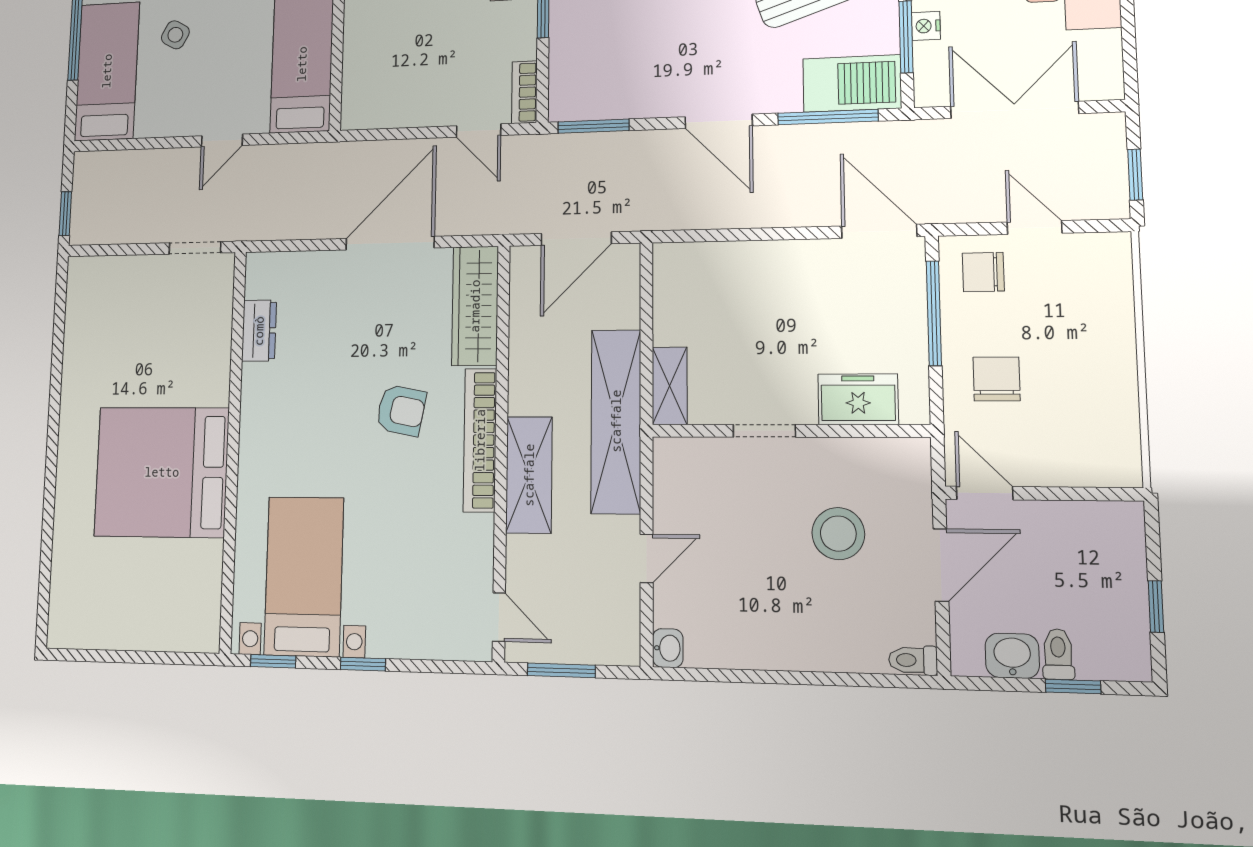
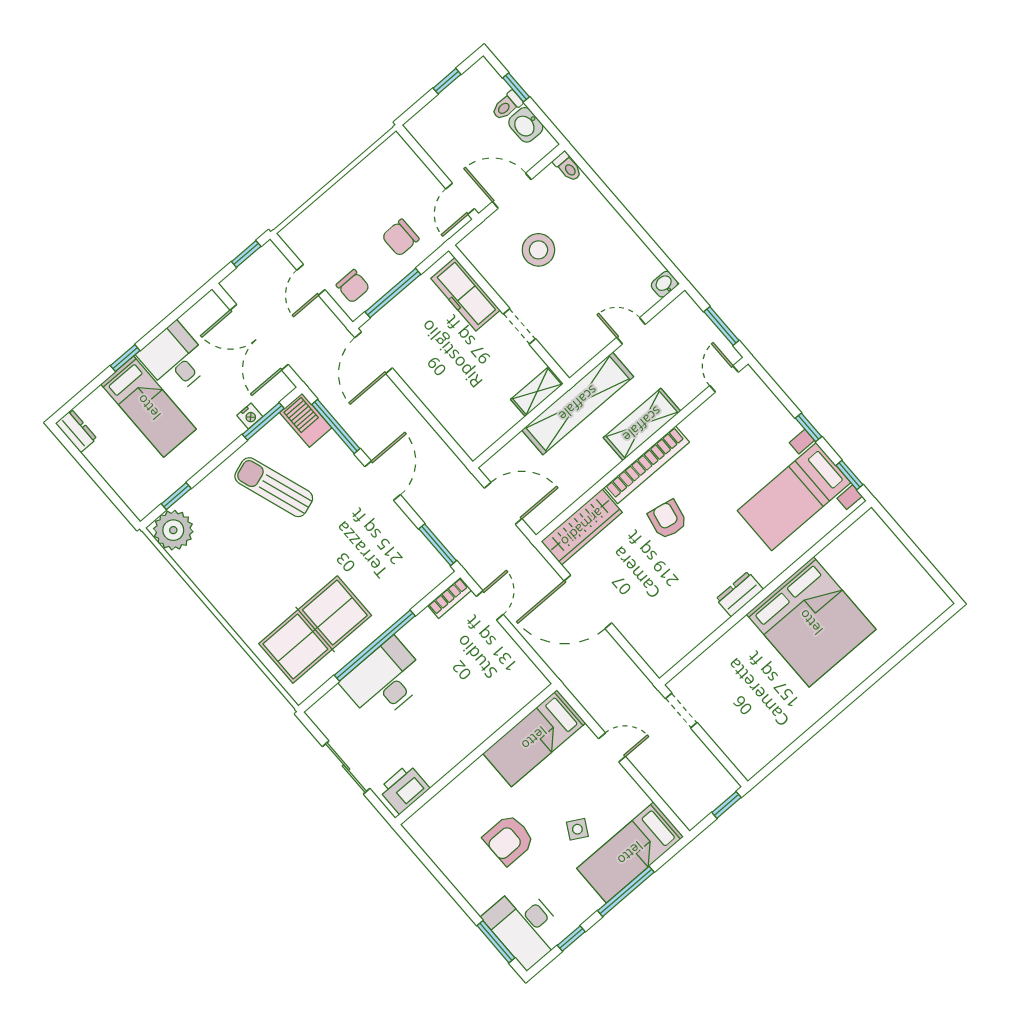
barbecue: (852, 83) -> (306, 420), width x0.73, depth x0.83
dresser: (259, 331) -> (740, 594), moved
freezer: (858, 399) -> (465, 294), width x1.40

